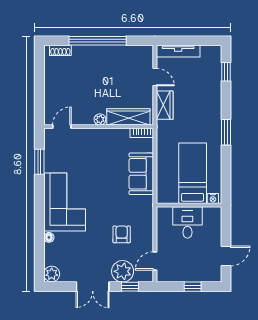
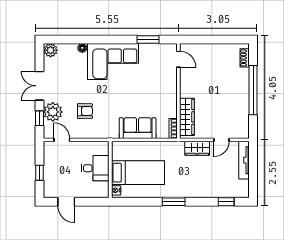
plant: (100, 119) -> (185, 92), removed

